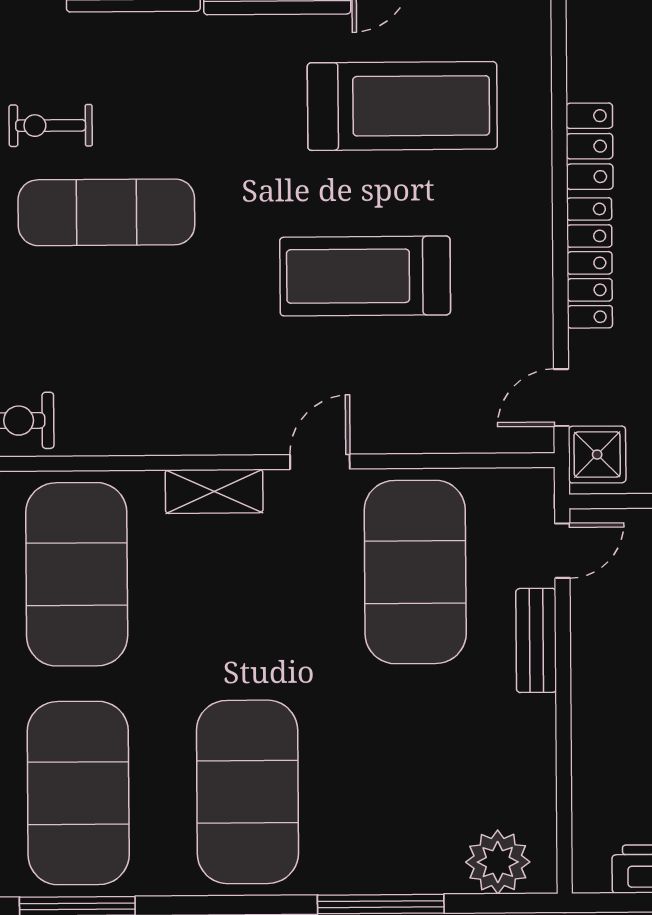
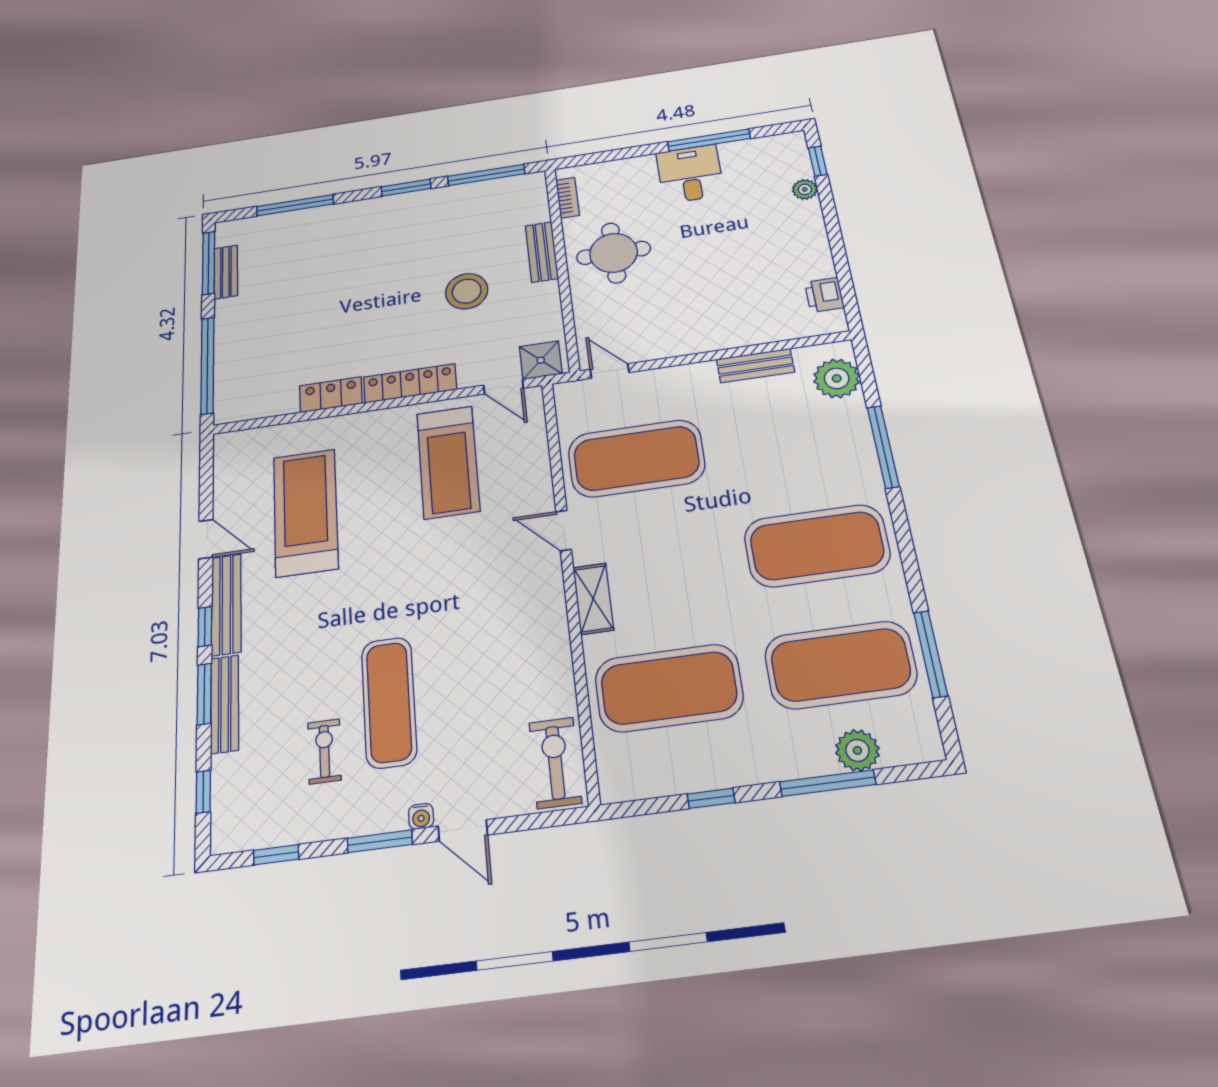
exercise bike: (51, 125) -> (324, 751), turned 180
treadmill: (365, 276) -> (448, 462), moved
bench: (536, 640) -> (755, 366), moved

